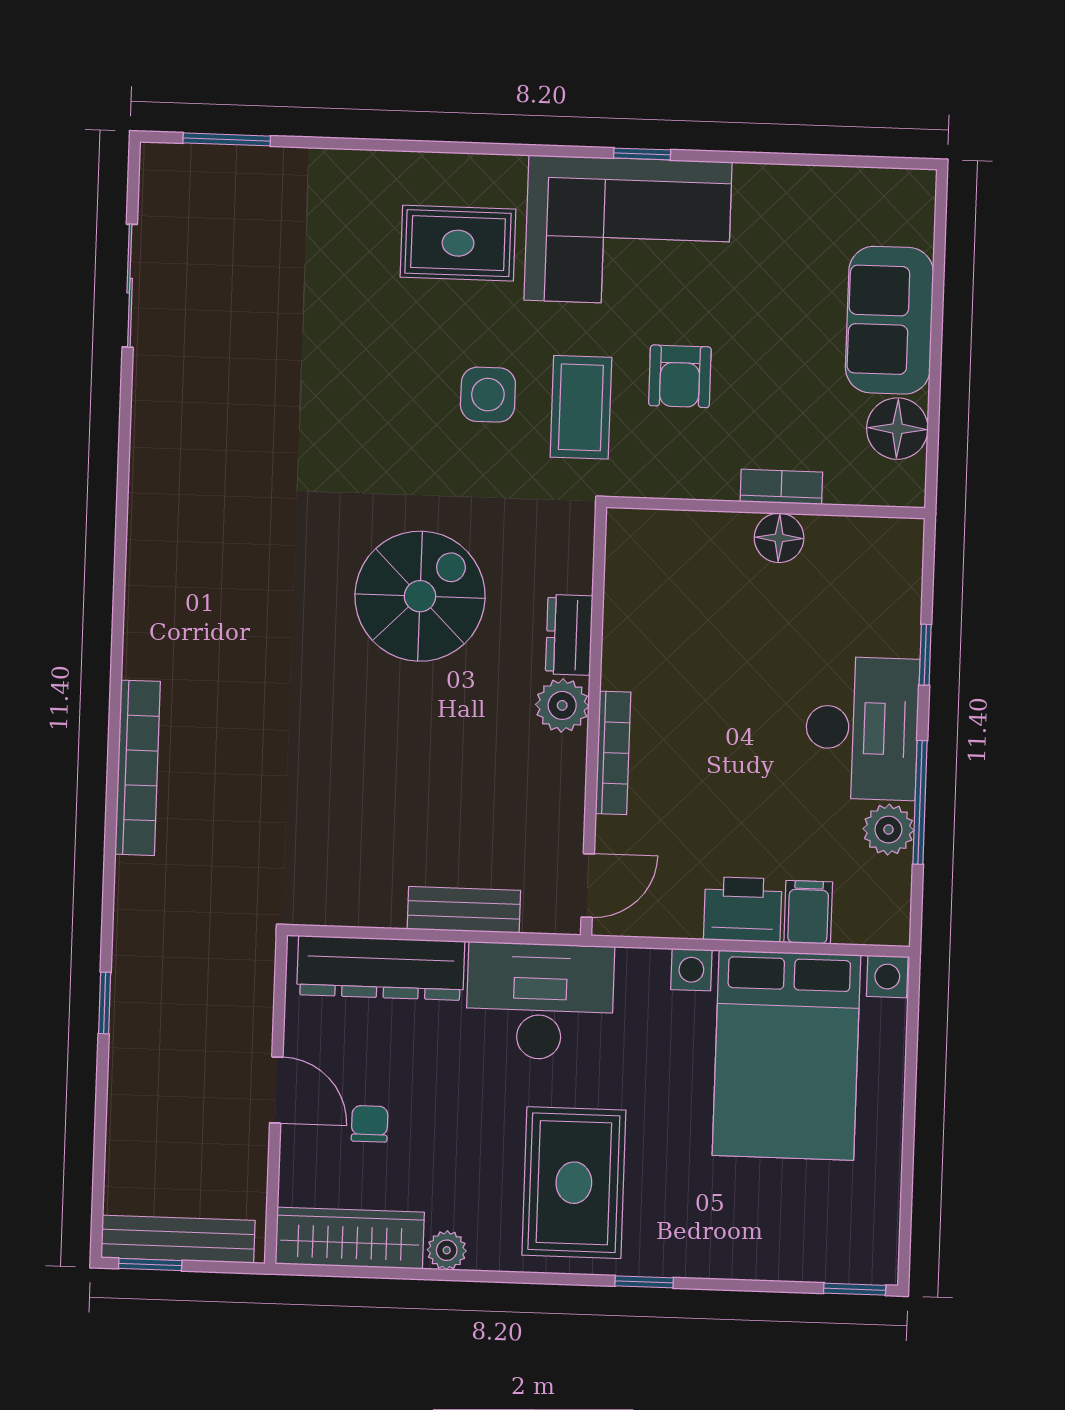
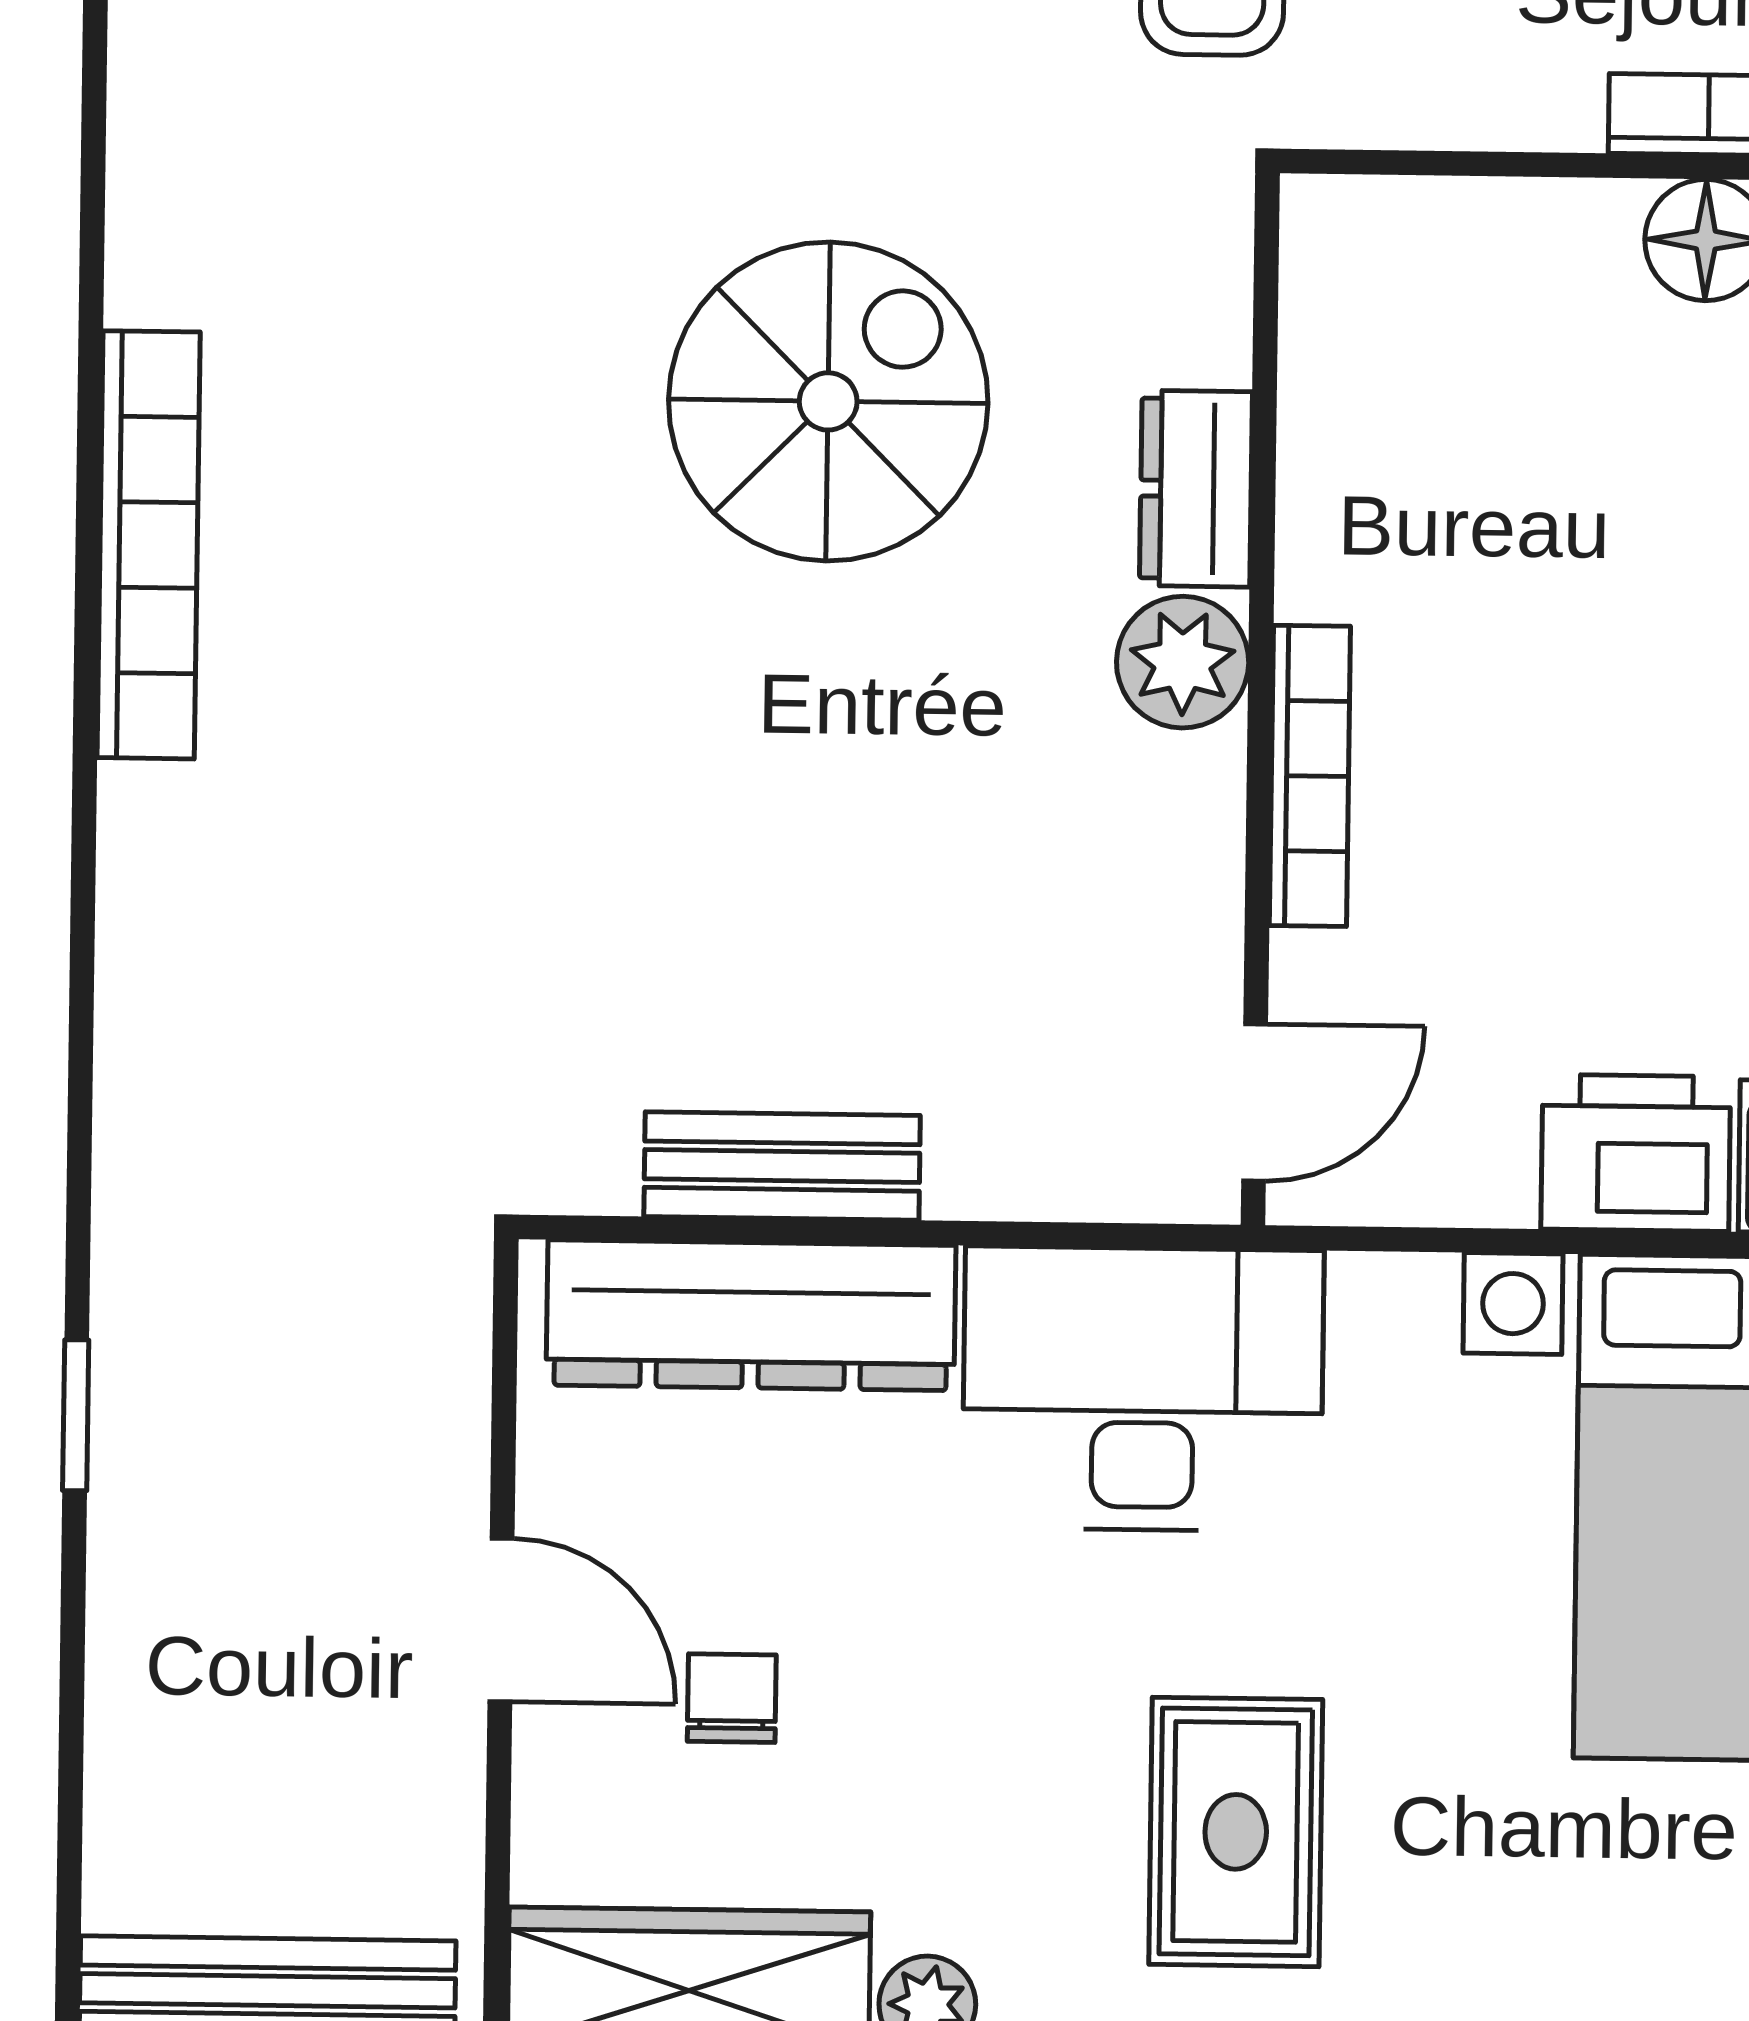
bookcase: (138, 768) -> (149, 545), moved
bench: (464, 910) -> (782, 1166), moved
rug: (574, 1183) -> (1236, 1832), width x0.73, depth x0.70

